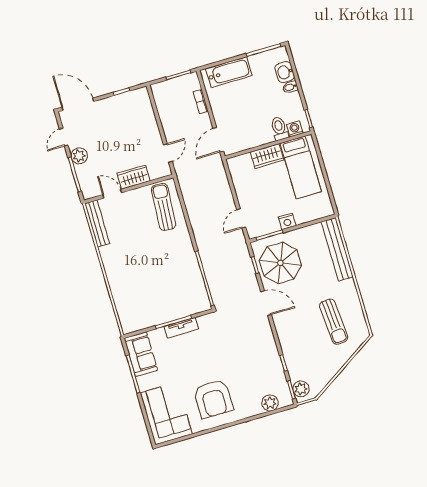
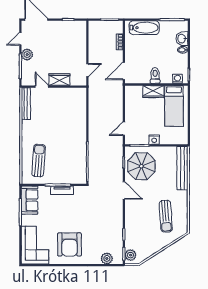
toilet: (279, 129) -> (155, 76), moved
sun lounger: (164, 207) -> (39, 161), moved

